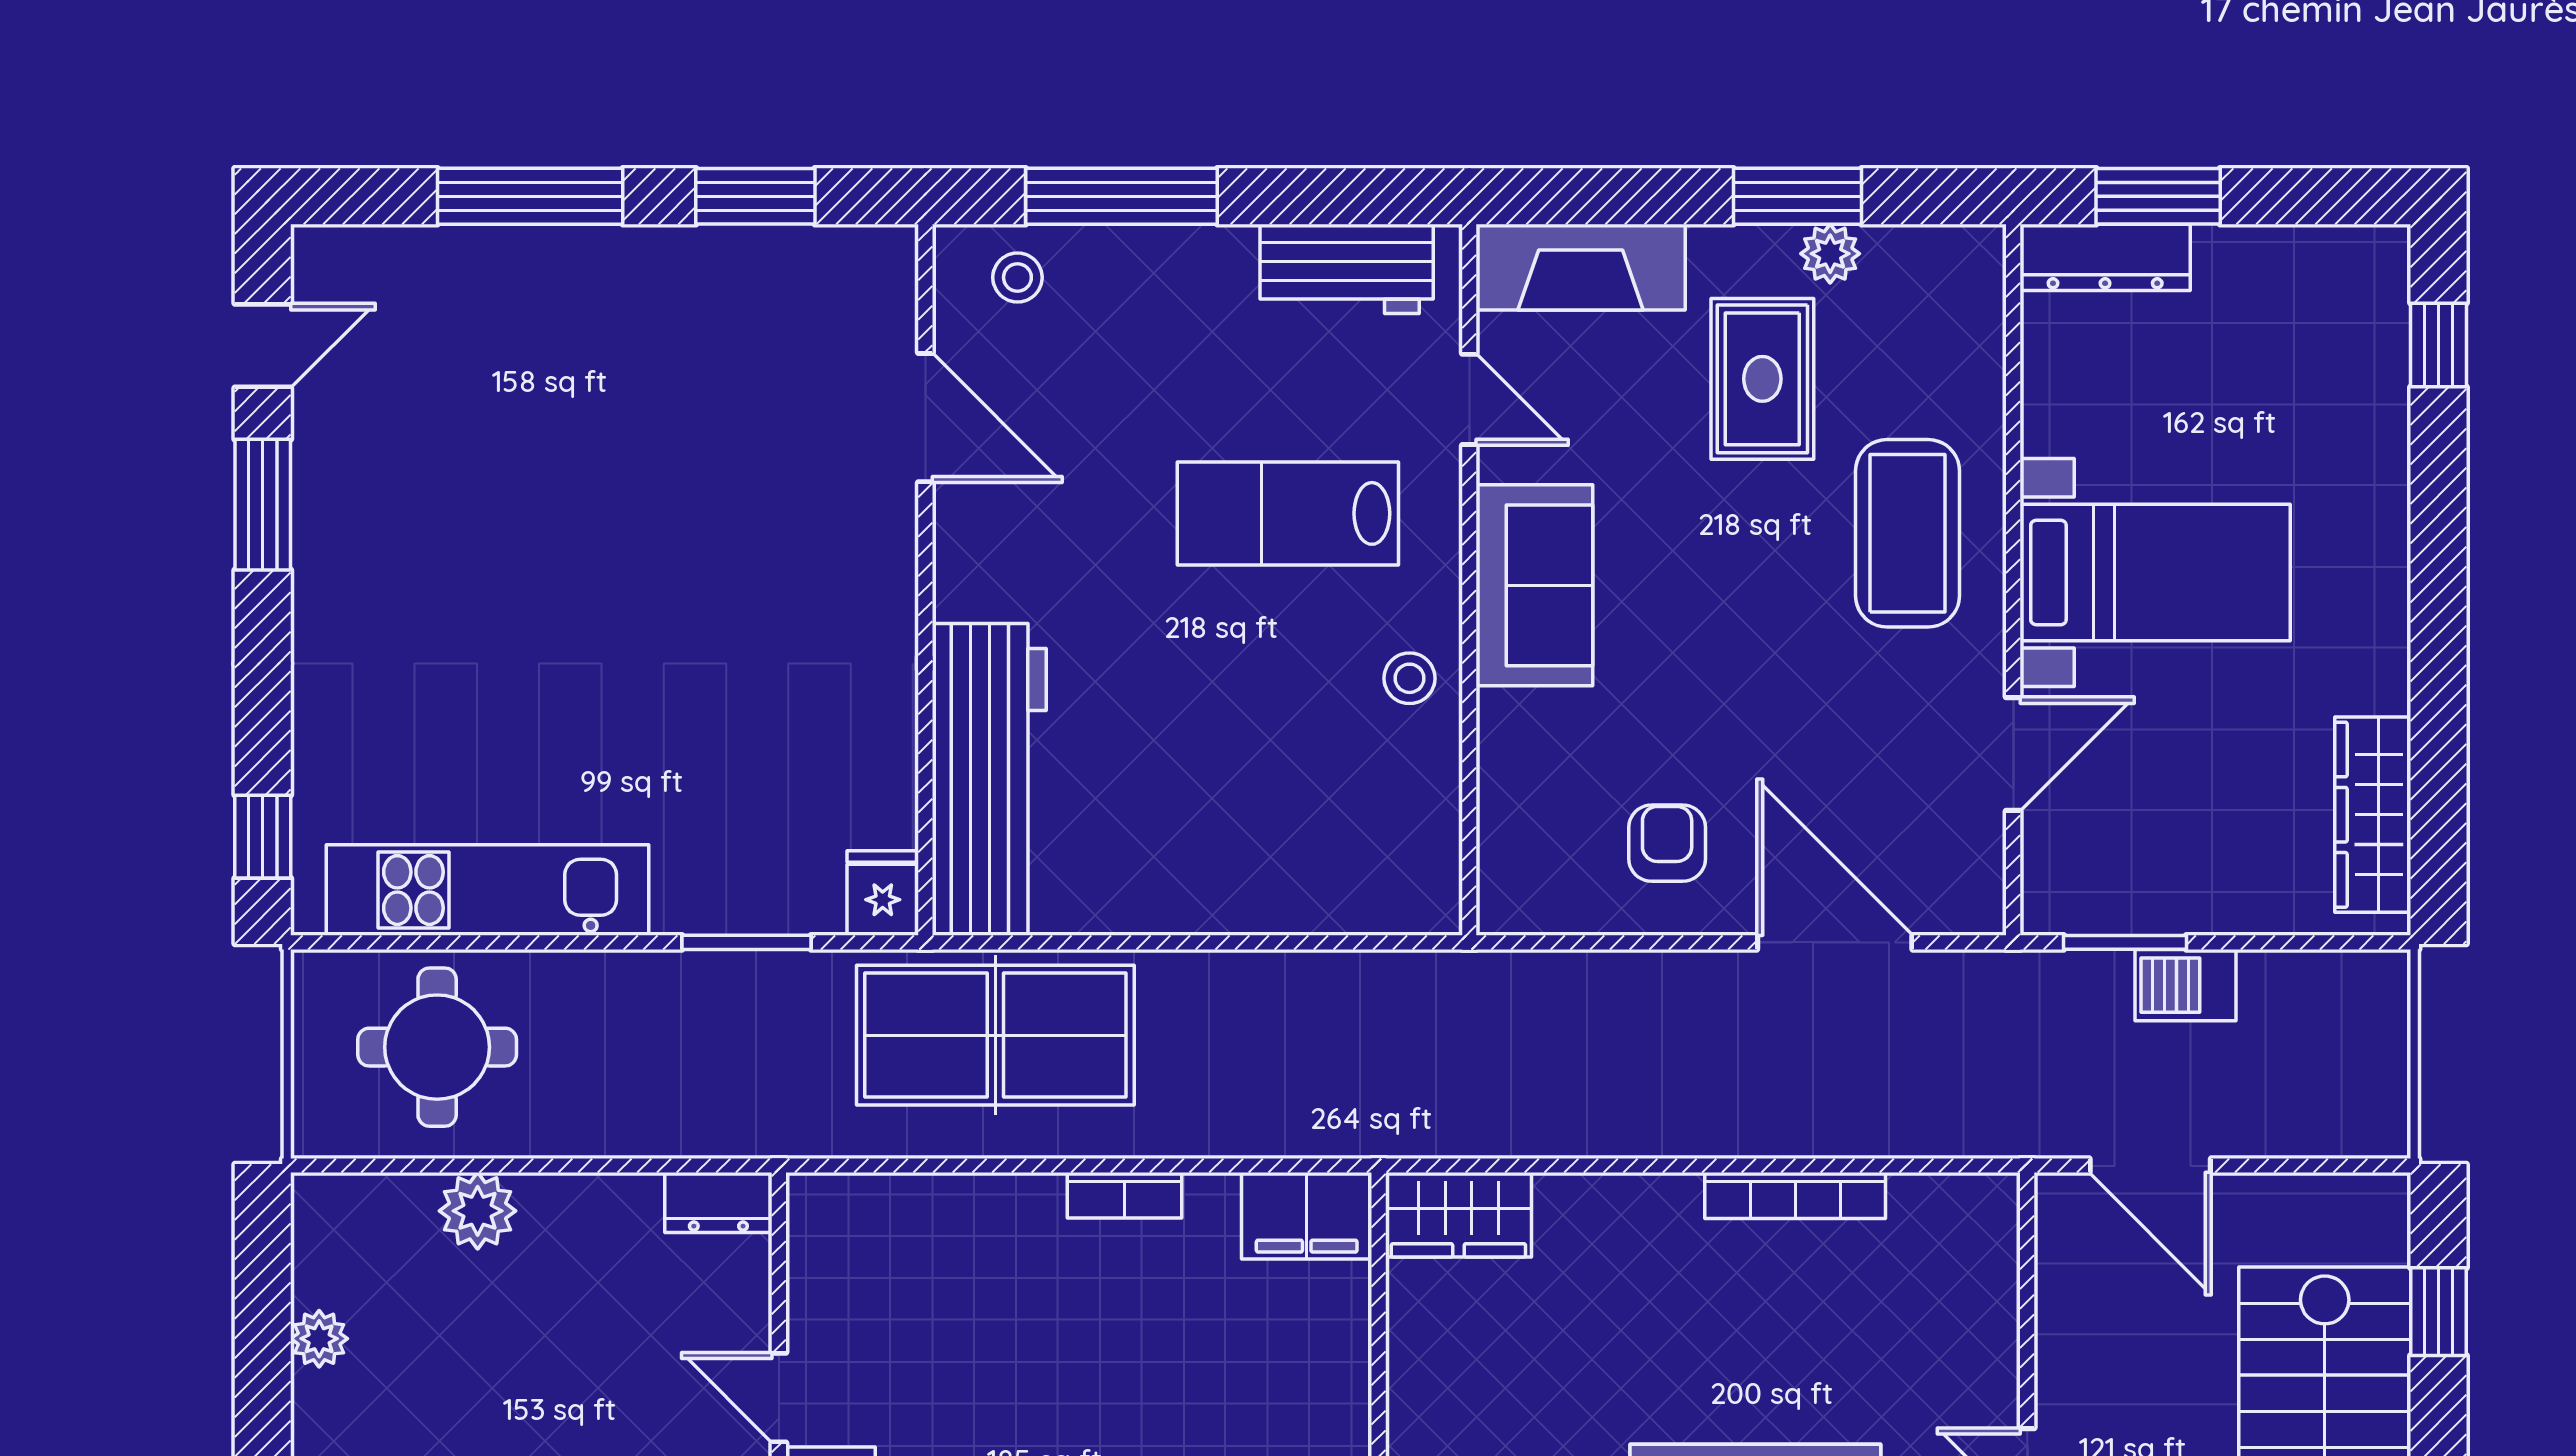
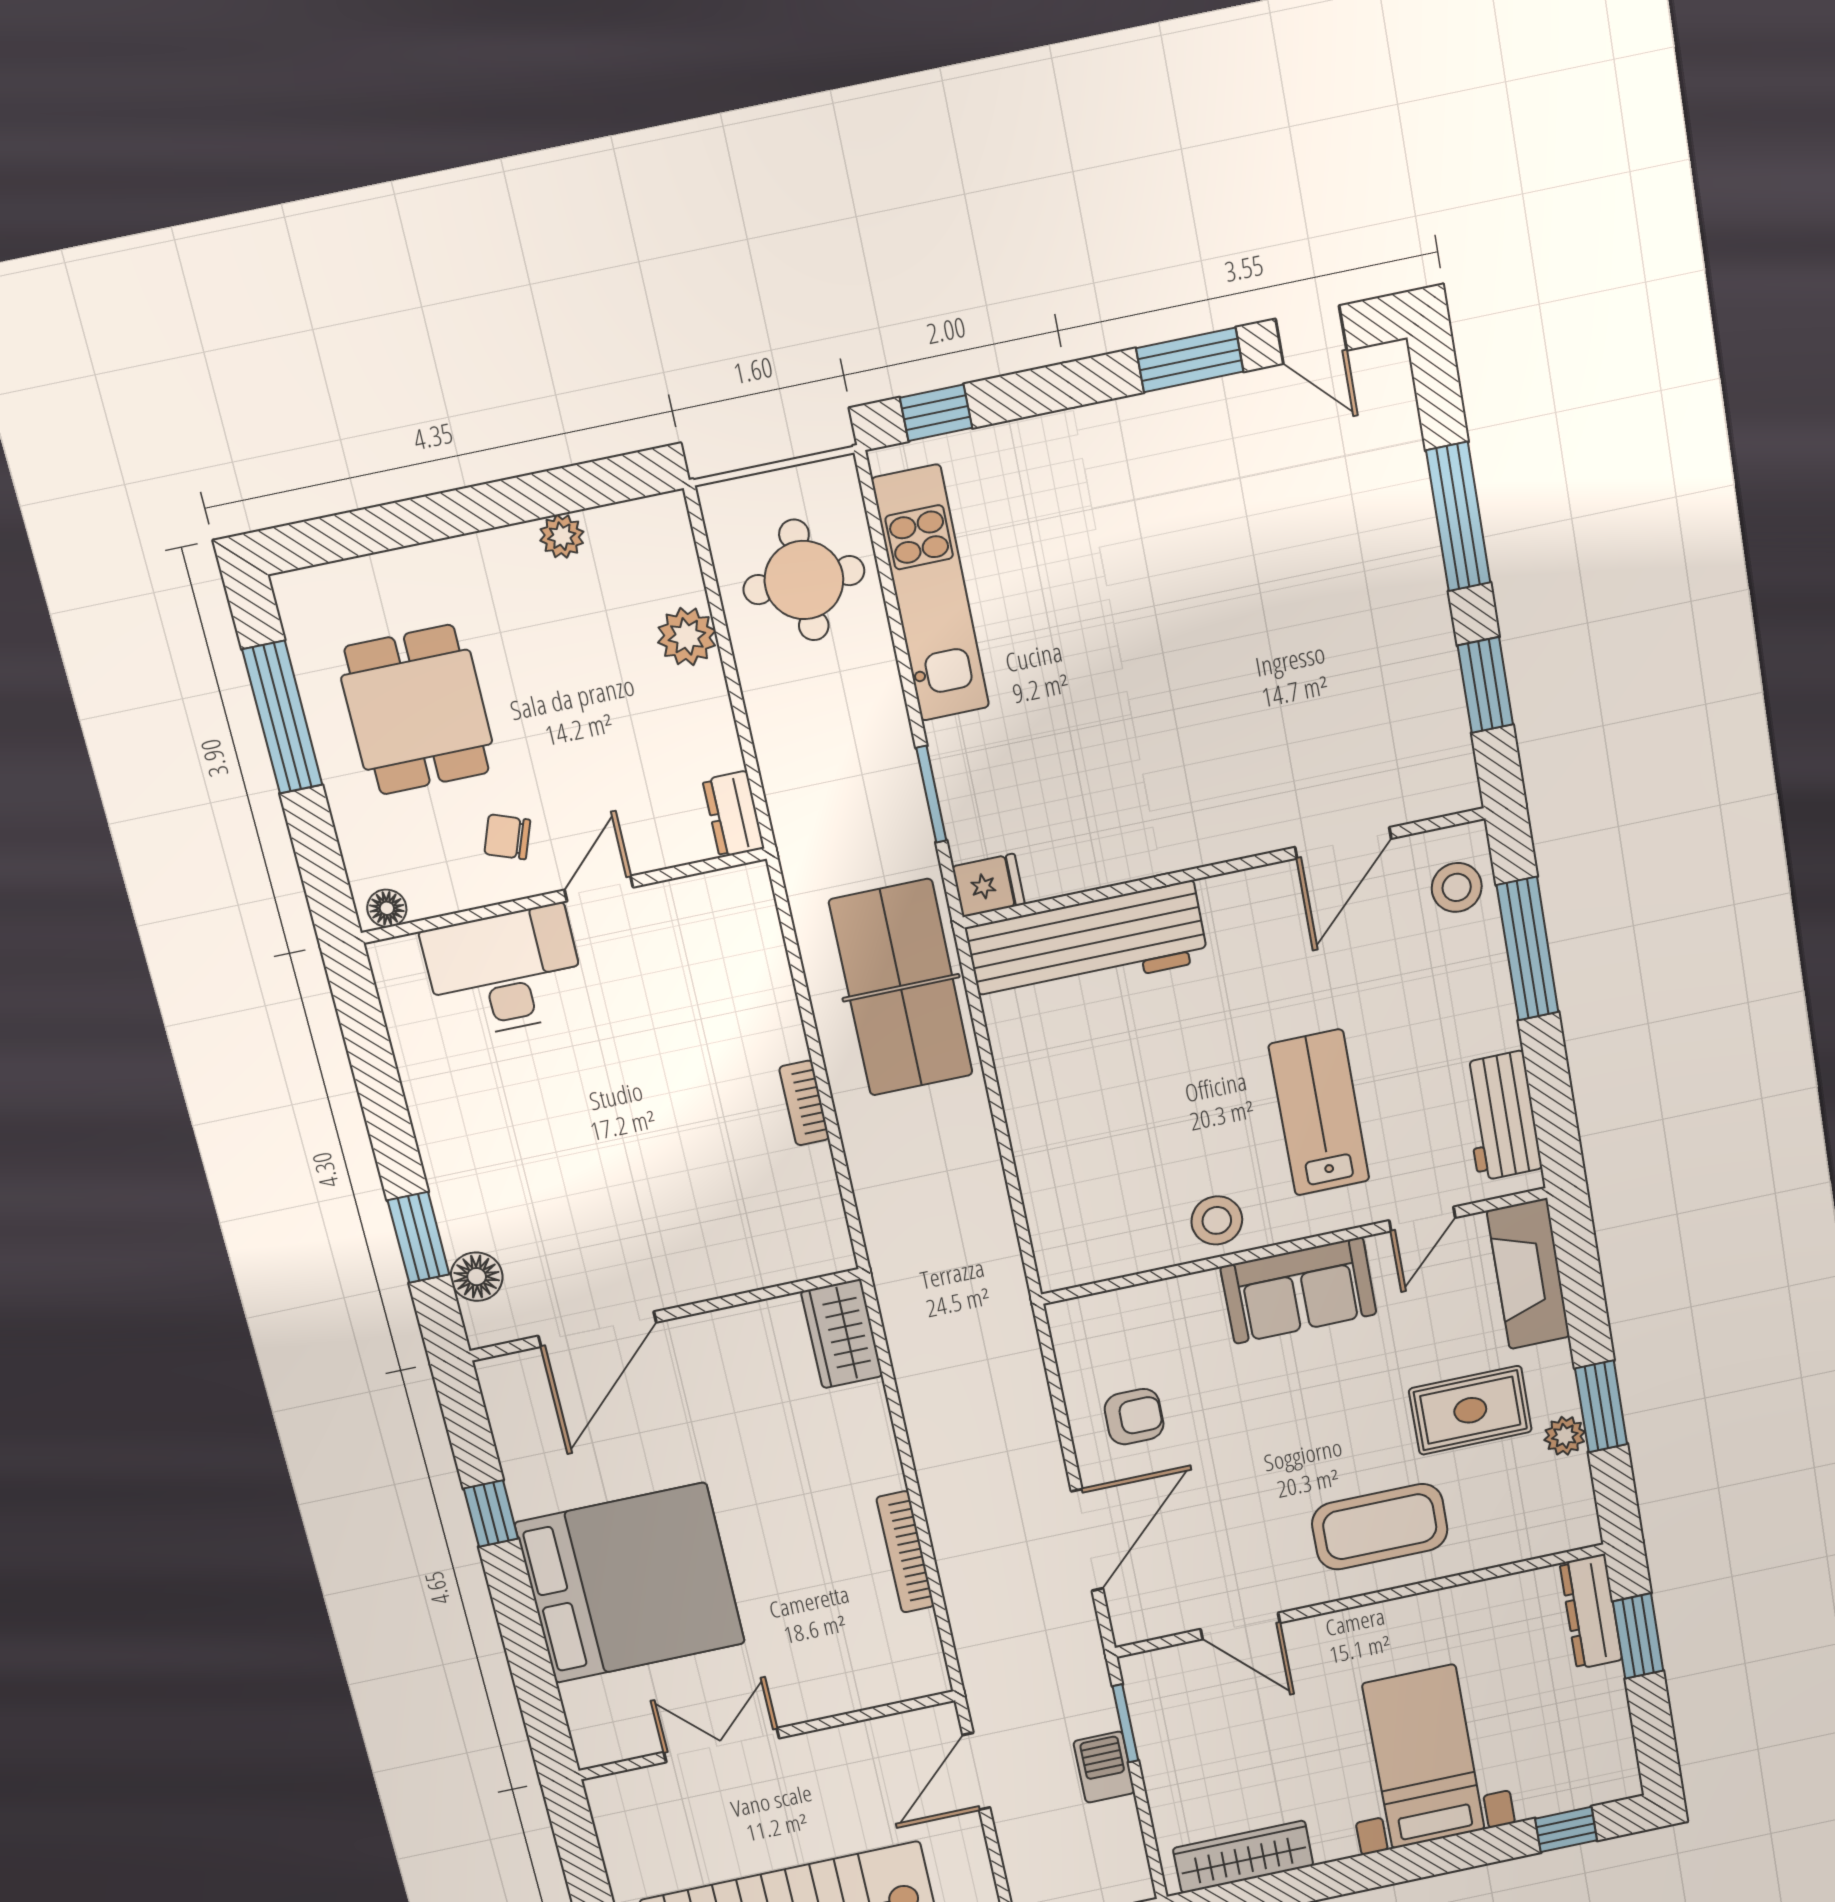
stool: (1017, 277) -> (1457, 887), width x1.37, depth x1.37
bed with nightstands: (2155, 572) -> (1424, 1757), moved, turned 180
stool: (1410, 678) -> (1217, 1220), width x1.37, depth x1.37
filing cabinet: (1307, 1216) -> (818, 1232), removed

